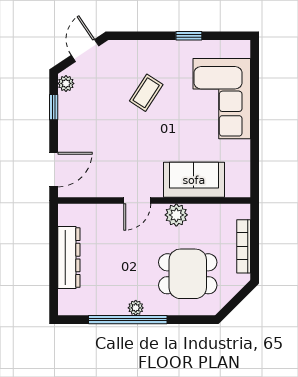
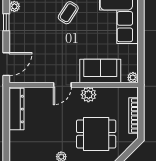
plant: (243, 189) -> (133, 77), added
dresser: (69, 258) -> (16, 109), moved

